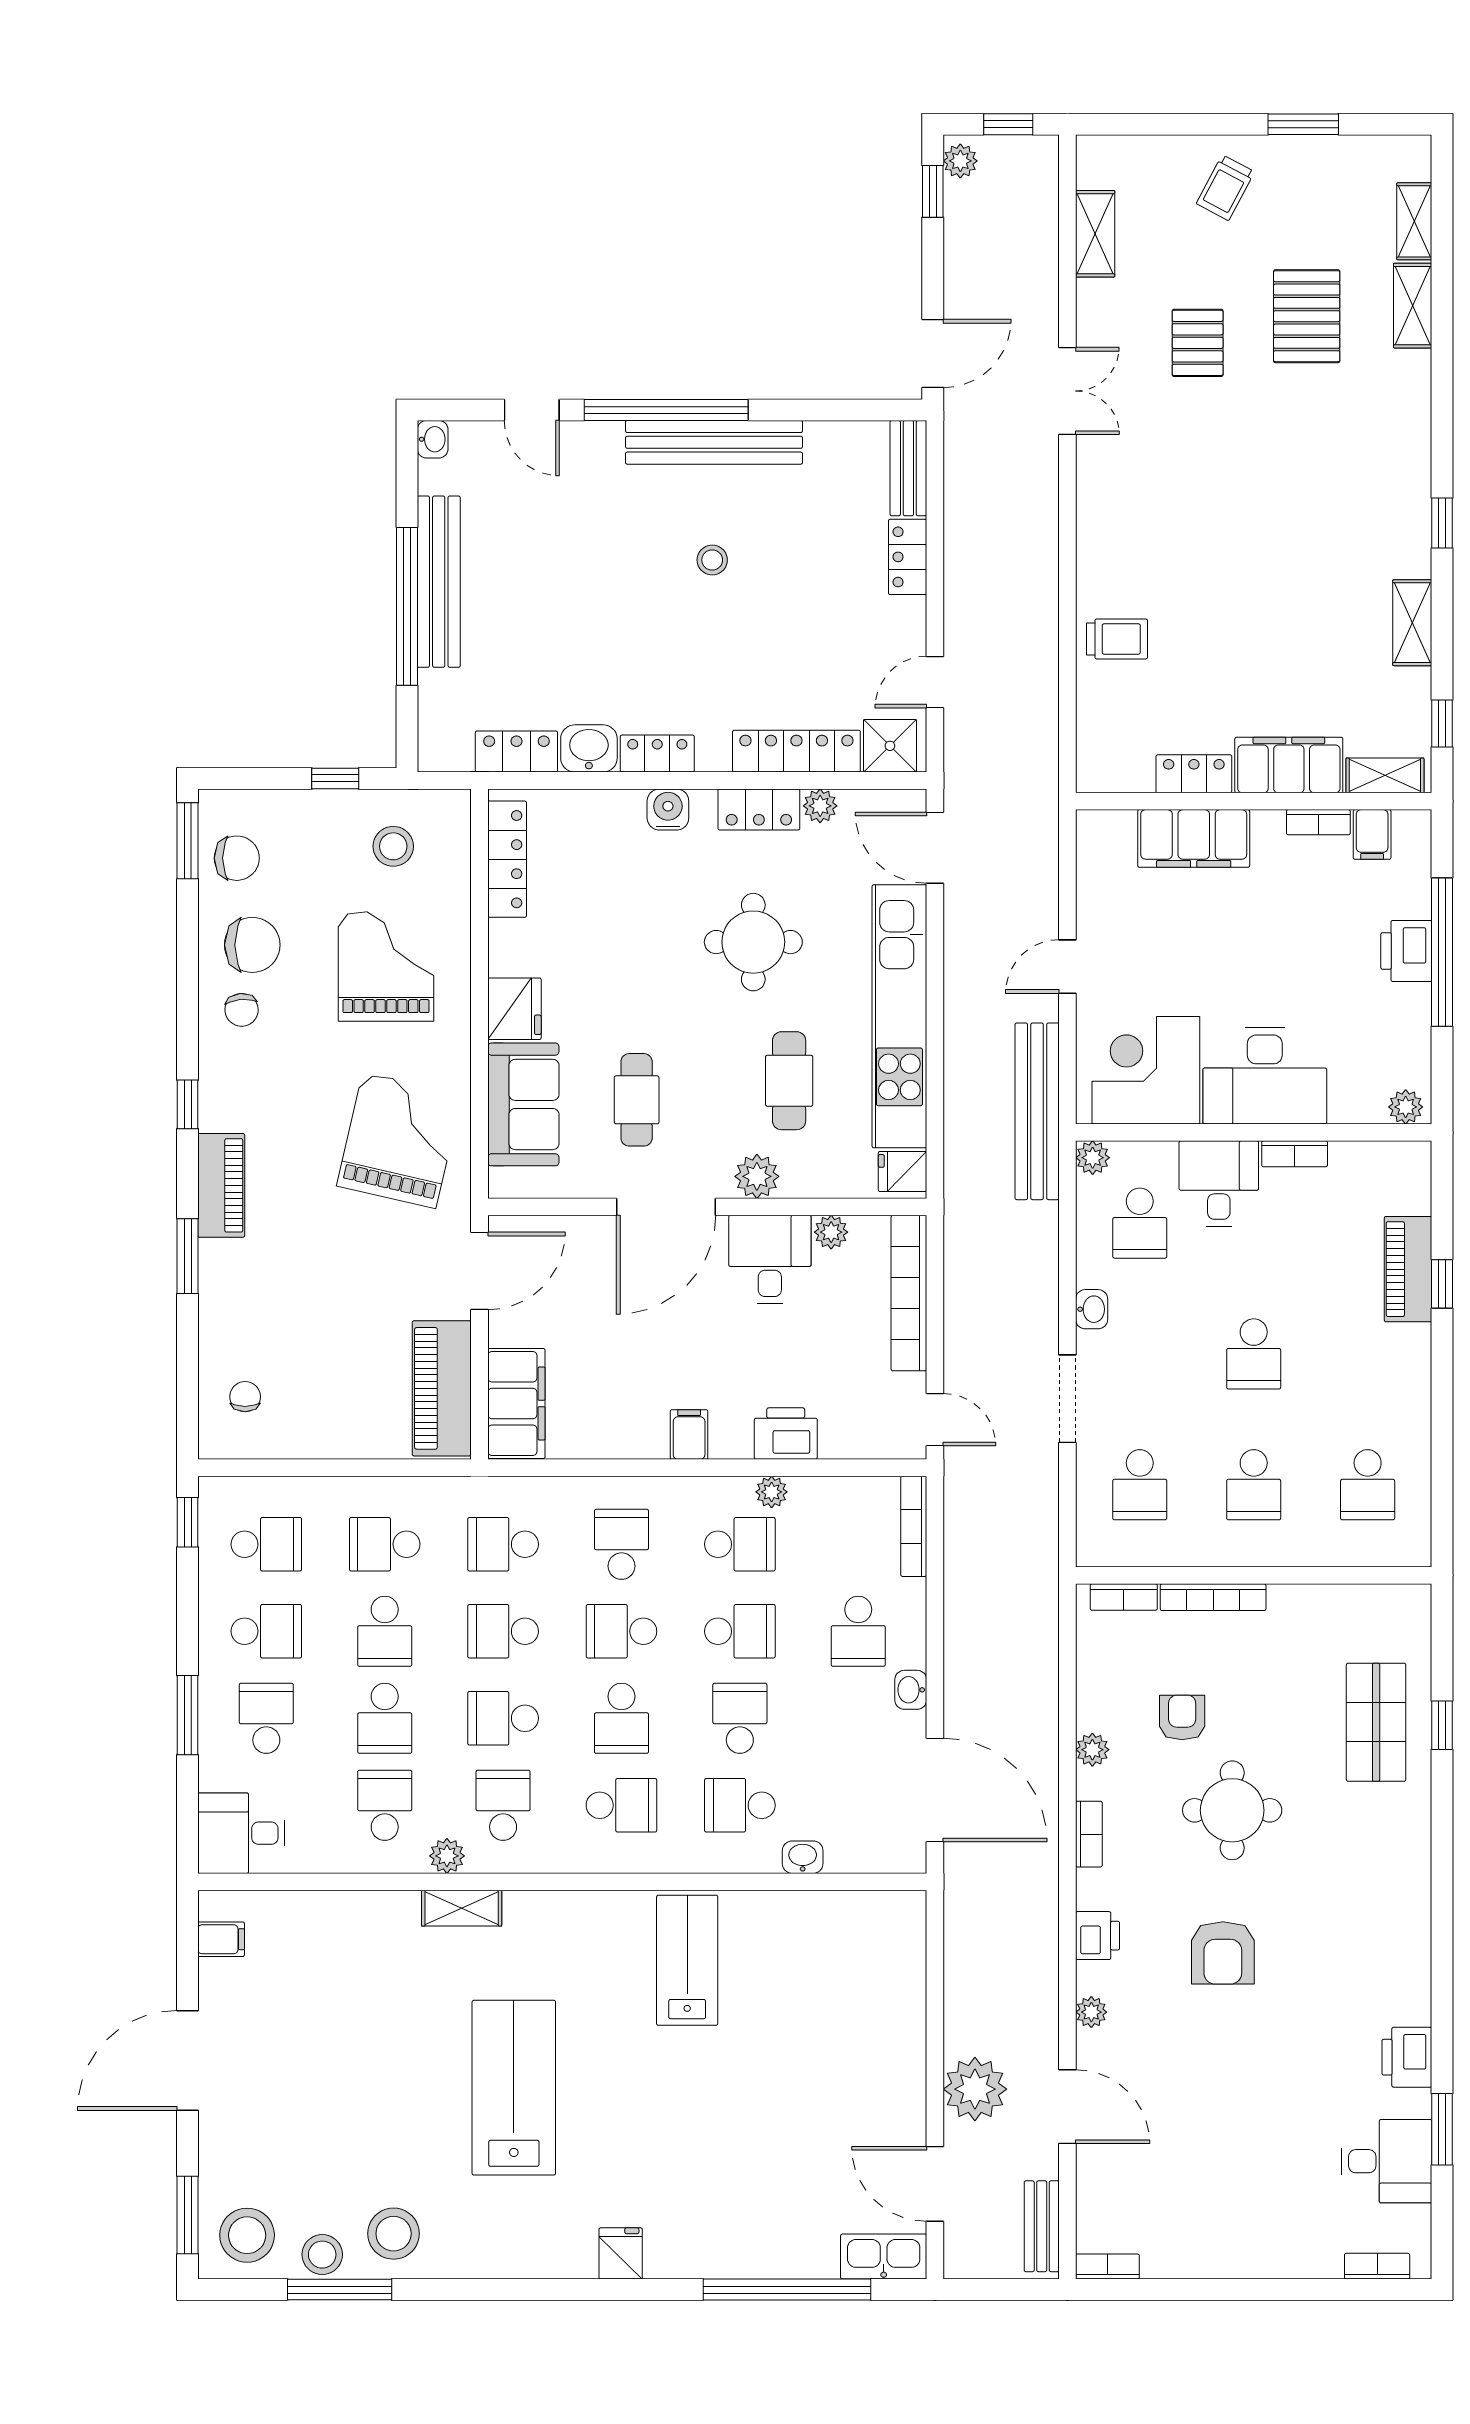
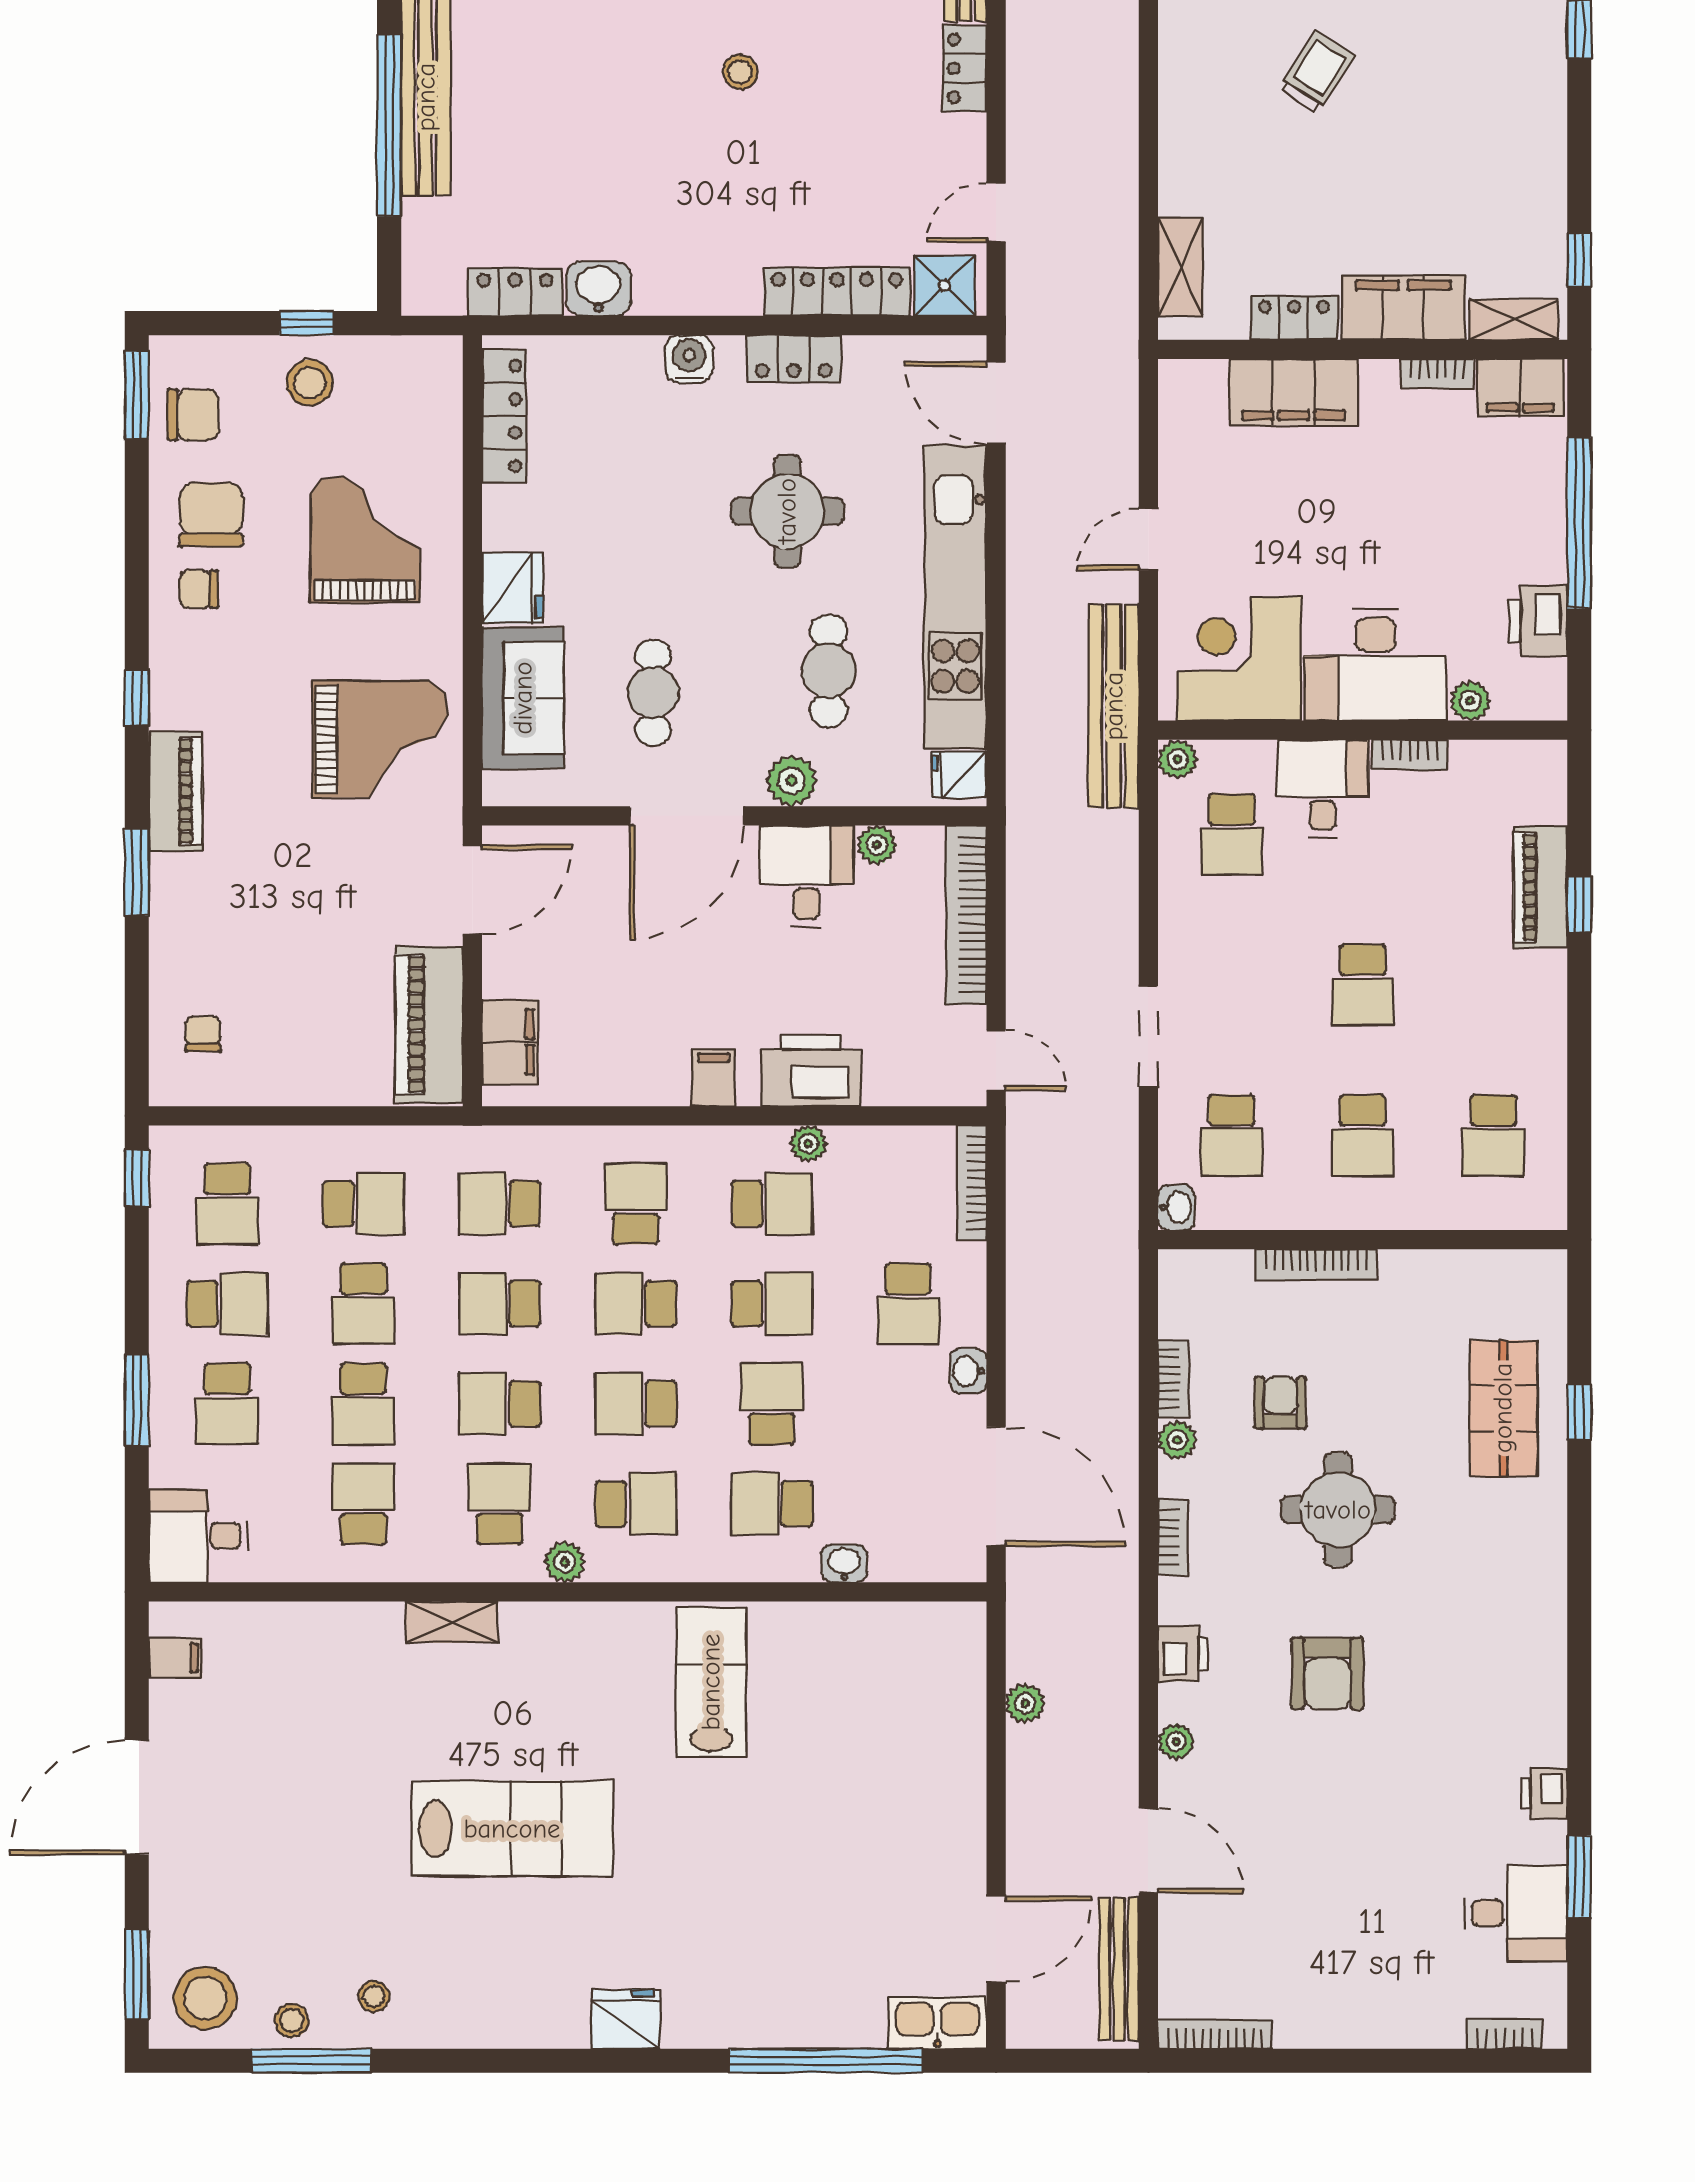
shelving: (1412, 623) -> (1180, 267), moved
trolley: (1117, 639) -> (1317, 72), moved, turned -57
locker: (657, 754) -> (677, 295), removed
plant: (820, 806) -> (864, 355), removed
filing cabinet: (1372, 834) -> (1520, 388), width x2.00
stool: (393, 846) -> (310, 383), moved
chair: (252, 945) -> (211, 515), turned -90
printer: (1406, 951) -> (1538, 621), moved
chair: (242, 1010) -> (199, 589), turned 95
plant: (1406, 1107) -> (1470, 701), moved
grand piano: (399, 1140) -> (380, 739), turned 77
washbasin: (1092, 1309) -> (1176, 1207), moved
filing cabinet: (516, 1404) -> (510, 1042), width x0.67, depth x0.86
printer: (786, 1434) -> (811, 1071), width x1.37, depth x1.19
school desk: (266, 1544) -> (227, 1204), turned 90
school desk: (385, 1544) -> (363, 1204), turned 180
bookcase: (1124, 1597) -> (1173, 1379), moved, turned -90
school desk: (266, 1718) -> (227, 1404), turned 180
school desk: (621, 1718) -> (636, 1404), turned 90
plant: (447, 1856) -> (565, 1562), moved
printer: (1407, 2057) -> (1544, 1794), width x0.73, depth x0.81
lab bench: (514, 2088) -> (512, 1829), turned 90
plant: (975, 2089) -> (1025, 1703), moved, width x0.53, depth x0.53
door: (935, 2184) -> (996, 1939), swing flipped
bench: (1042, 2226) -> (1119, 1969), width x1.36
stool: (394, 2234) -> (374, 1996), width x0.53, depth x0.53
fridge: (621, 2253) -> (625, 2019), width x1.38
stool: (322, 2255) -> (292, 2020), width x0.73, depth x0.73
bookcase: (1107, 2267) -> (1215, 2034), width x1.56

